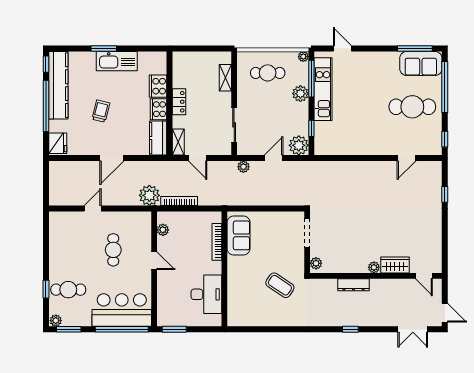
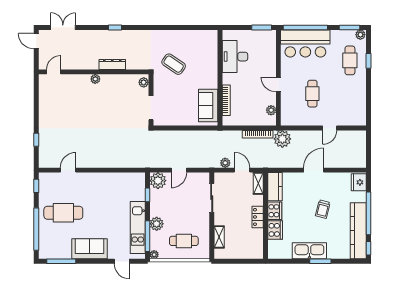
sofa: (421, 63) -> (89, 249), moved
plant: (243, 167) -> (225, 163), moved
wardrobe: (395, 265) -> (78, 81), removed
door: (424, 276) -> (54, 72), hinge flipped
cafe table: (68, 290) -> (350, 60), turned 90

